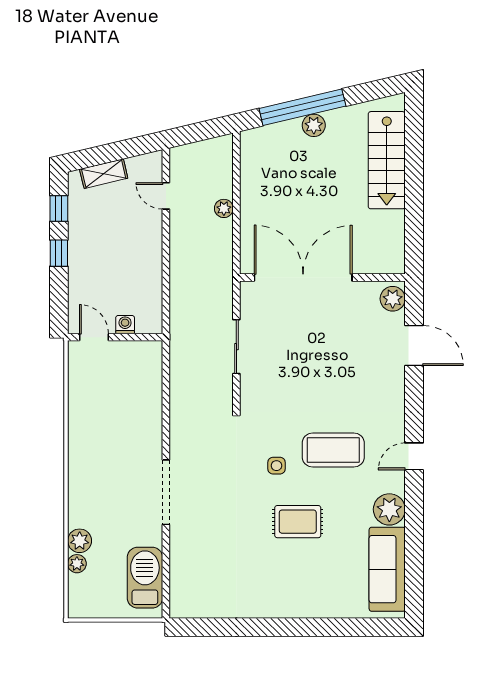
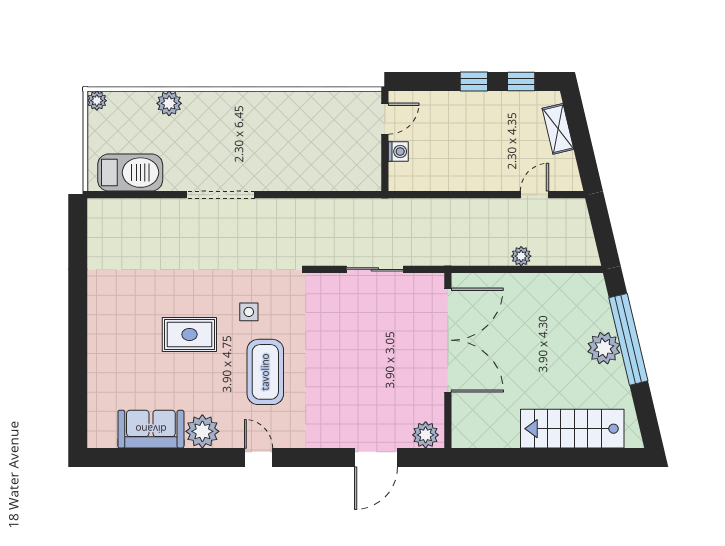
plant: (314, 125) -> (604, 348), width x1.36, depth x1.36
rug: (298, 522) -> (189, 334), turned 90
plant: (77, 564) -> (97, 101), moved
sofa: (387, 569) -> (151, 429), width x0.73

